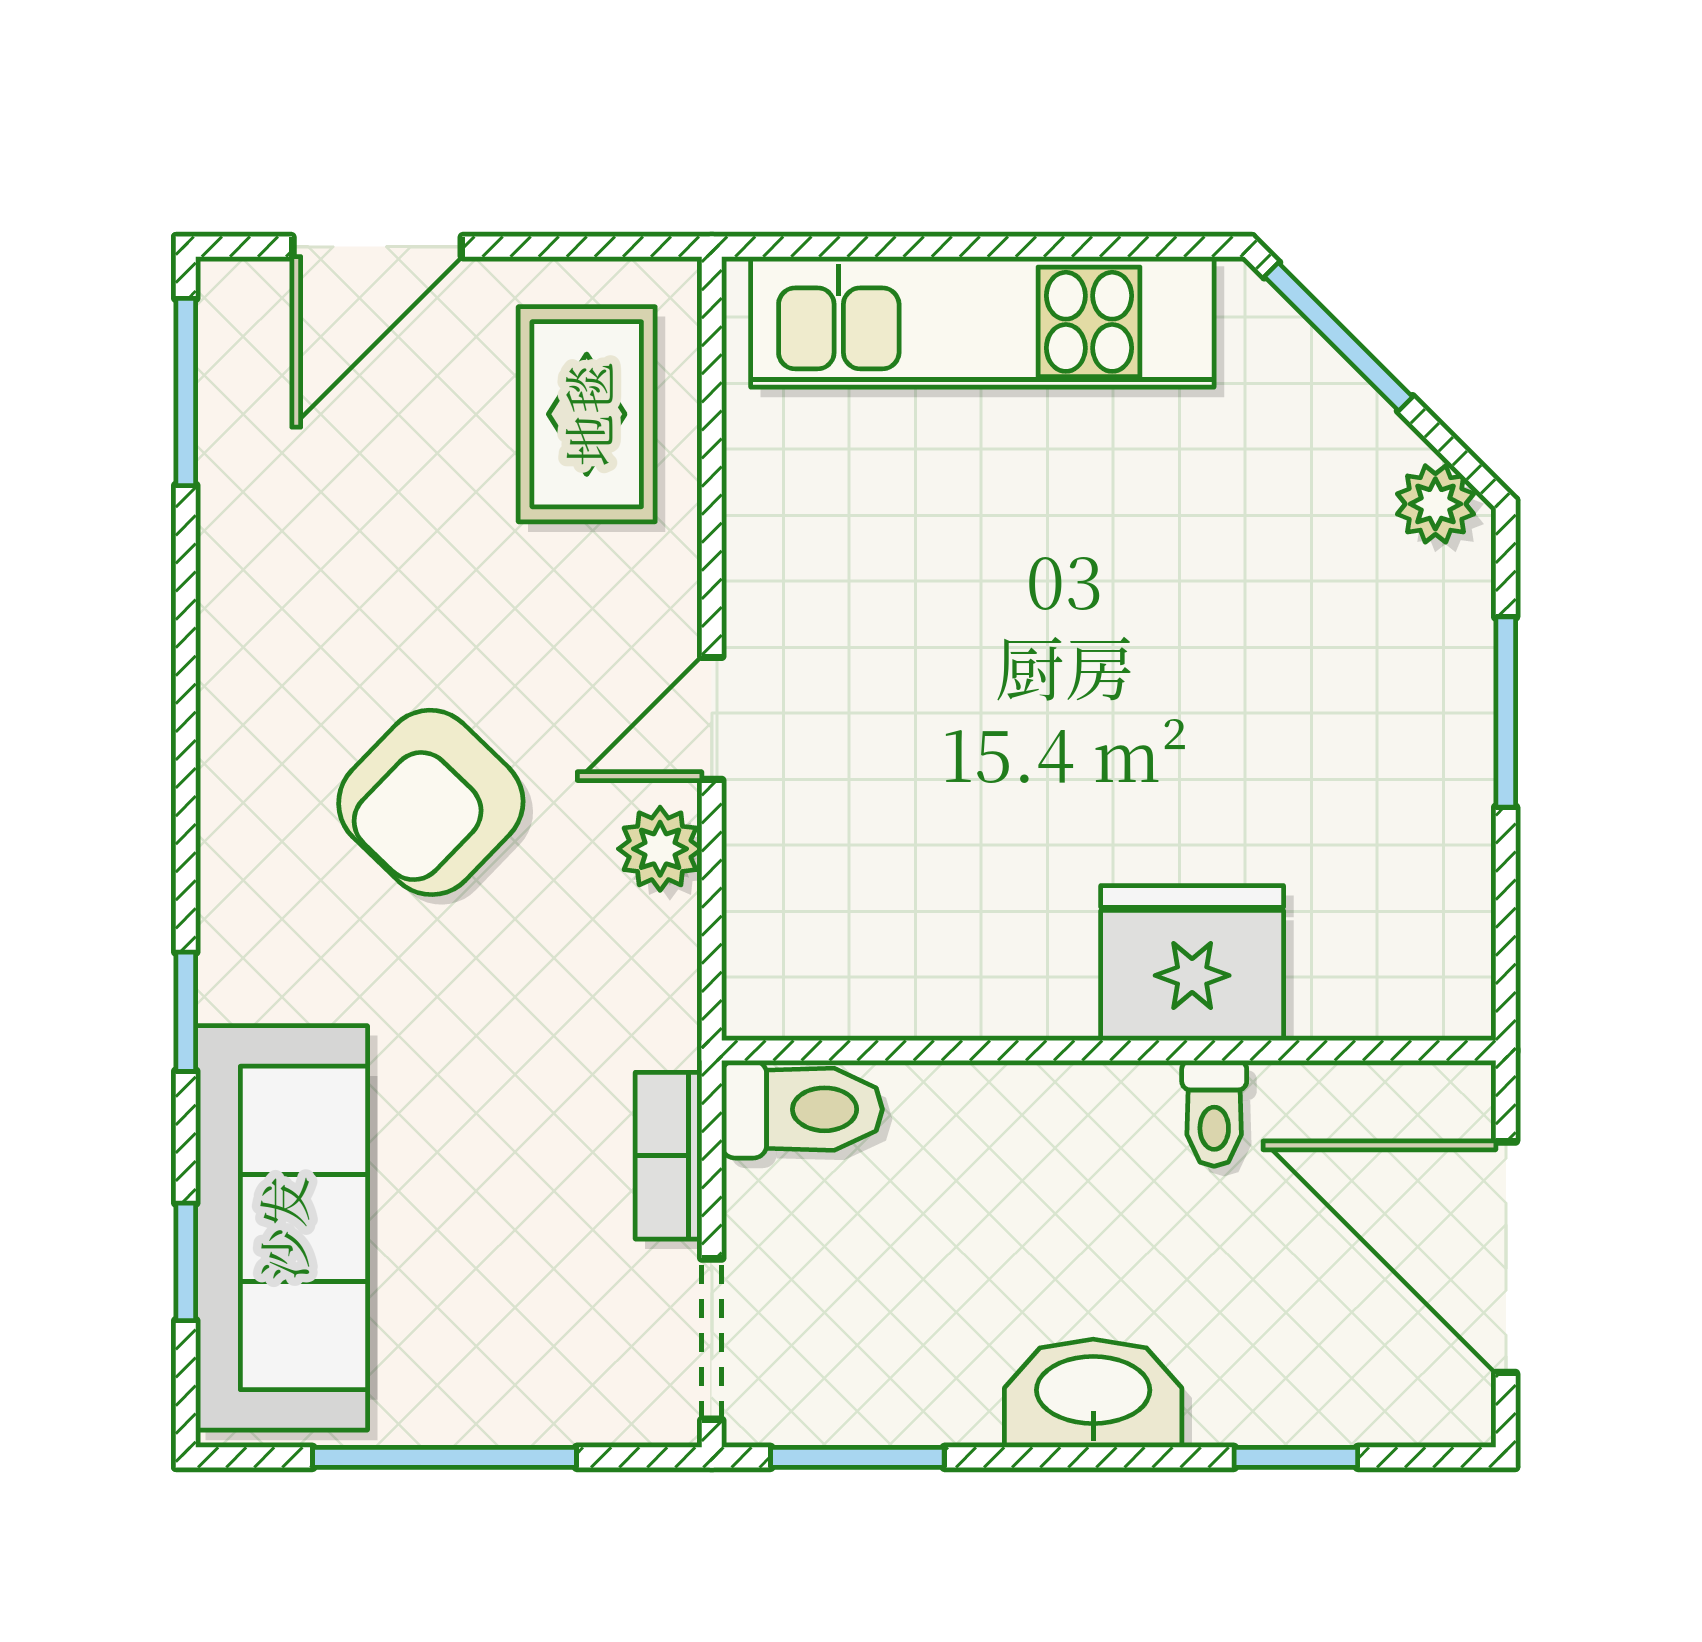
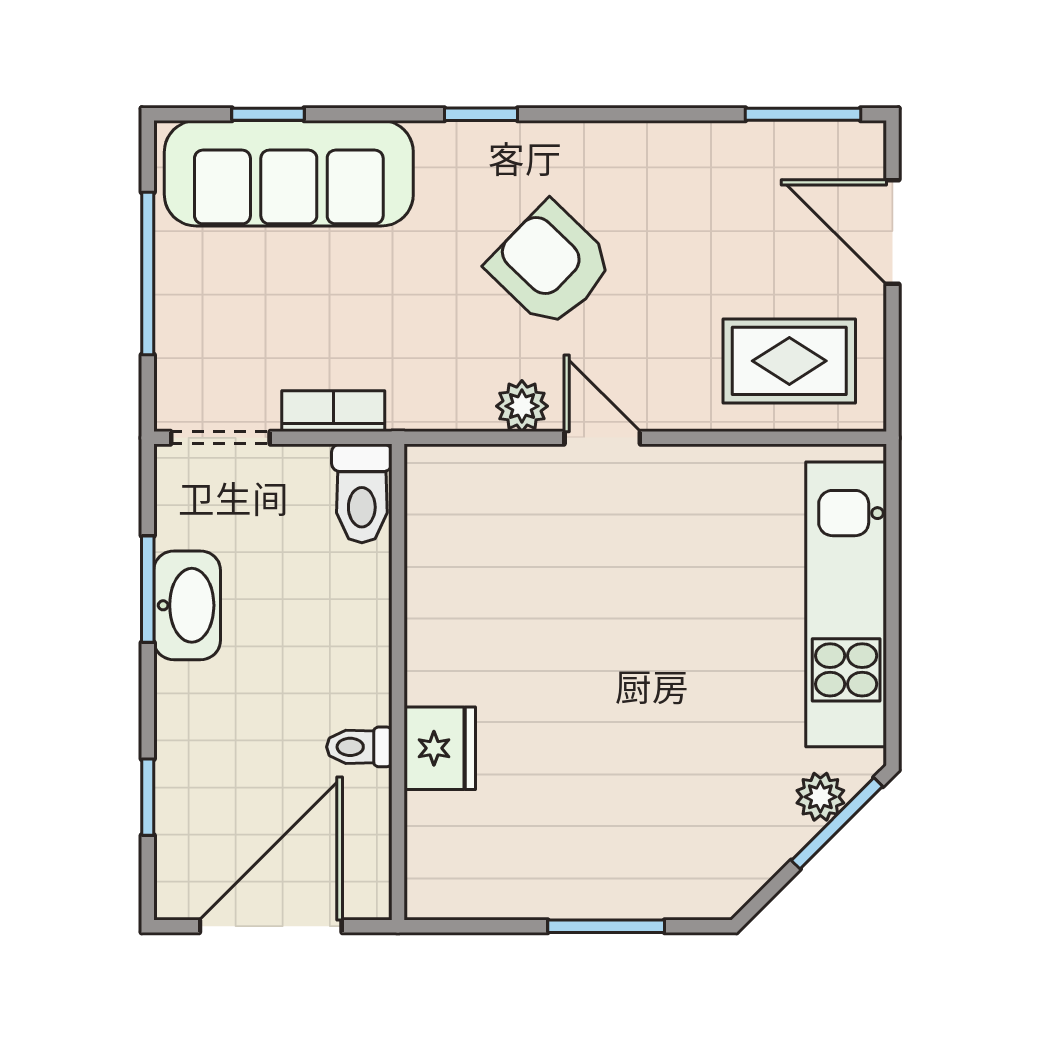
plant: (1435, 504) -> (820, 797), moved
fridge: (1192, 963) -> (440, 748), width x0.73, depth x0.75
window: (186, 1012) -> (481, 114), moved
washbasin: (1093, 1393) -> (187, 605), moved
window: (857, 1457) -> (148, 589), moved

